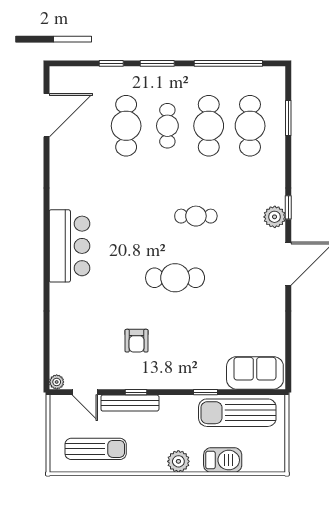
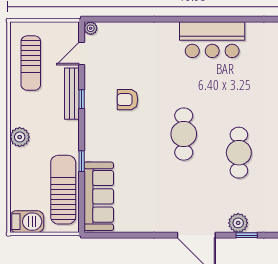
cafe table: (196, 216) -> (239, 153), width x1.37, depth x1.35
sofa: (255, 373) -> (99, 196), width x1.36
barbecue: (223, 460) -> (27, 222), moved, turned -90

